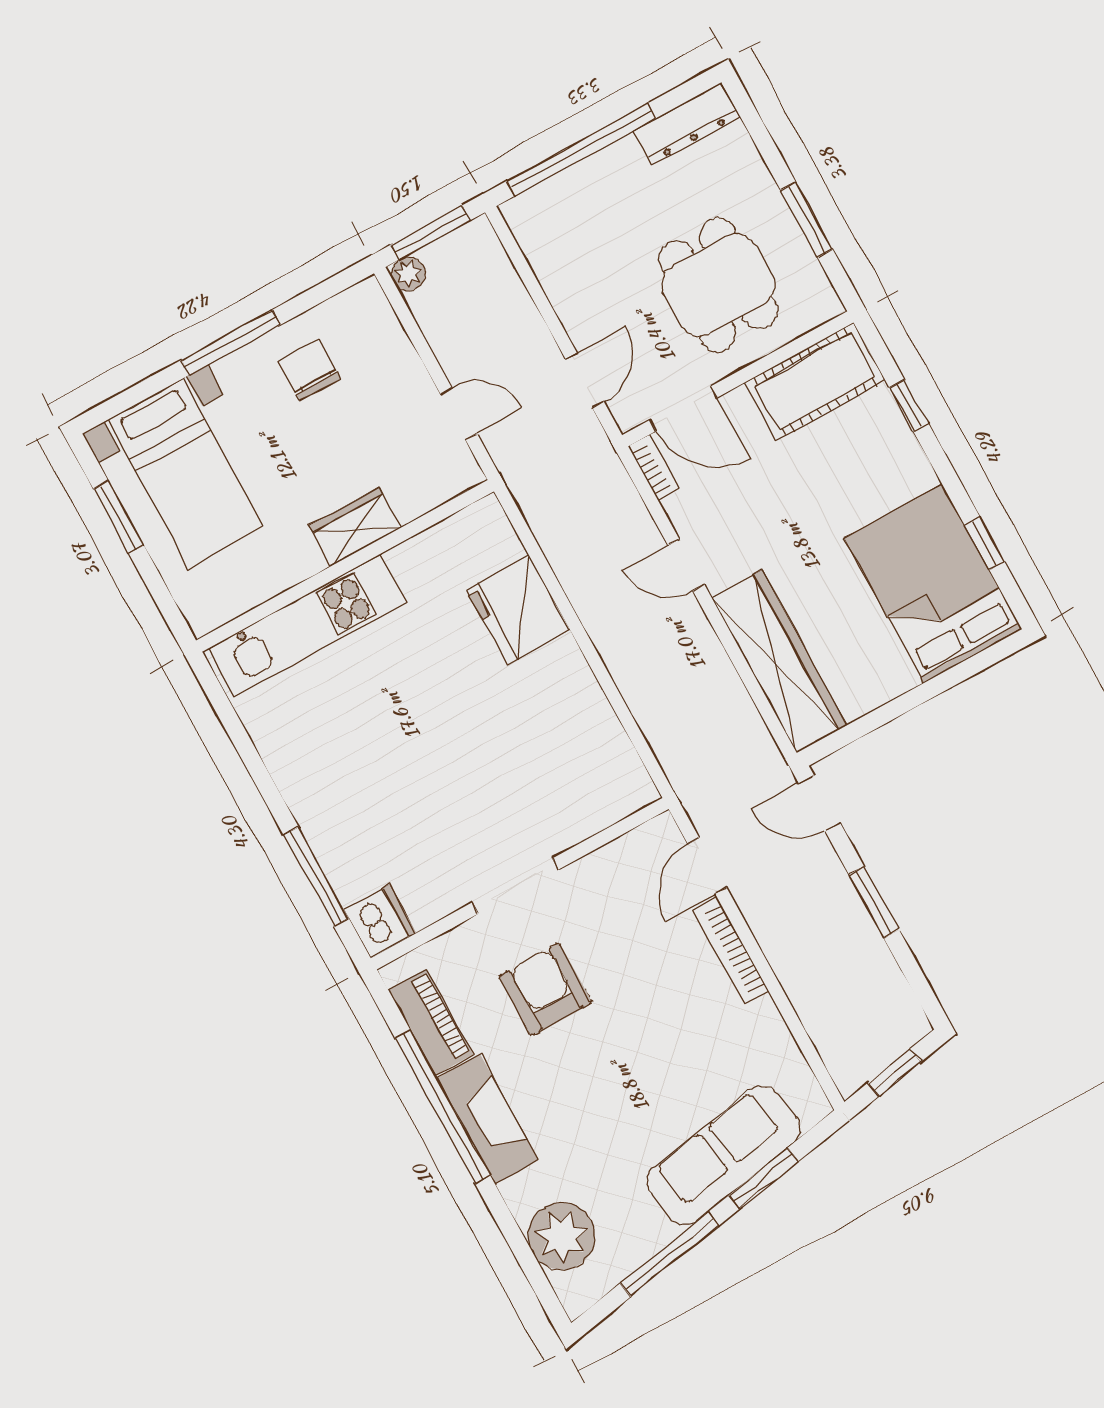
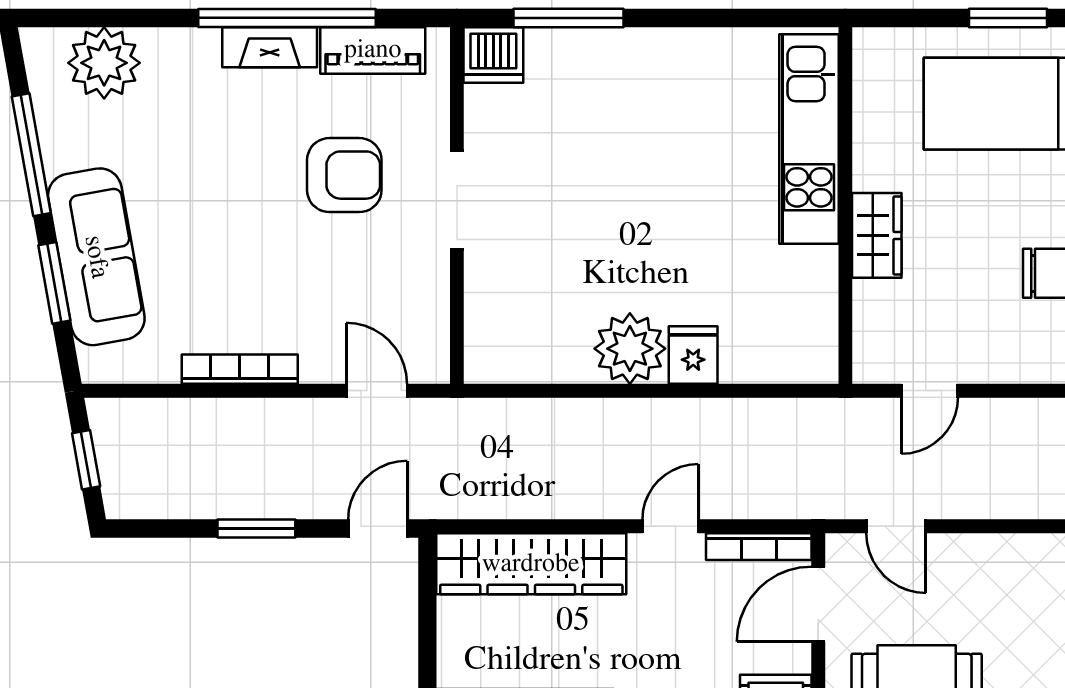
bookcase: (654, 468) -> (759, 547), width x1.56
fridge: (518, 610) -> (693, 355), width x0.53, depth x0.75
plant: (559, 678) -> (630, 349), added
bookcase: (731, 951) -> (240, 369), moved
fireplace: (488, 1119) -> (270, 47), width x0.73, depth x0.76

